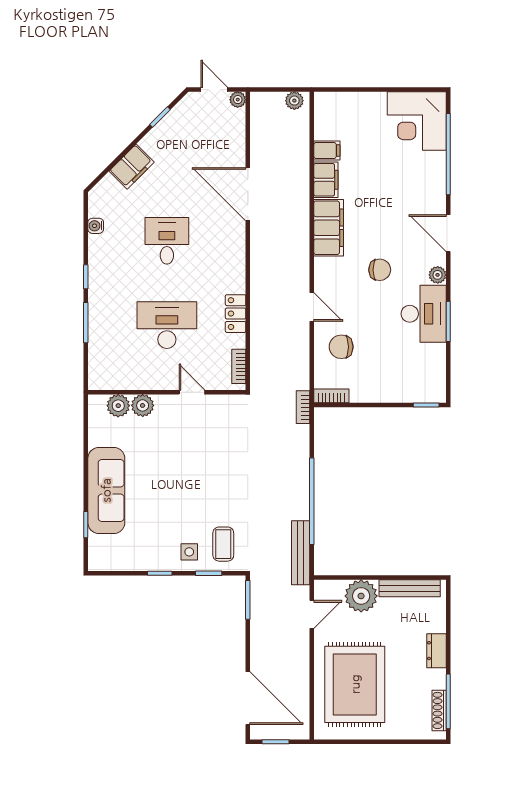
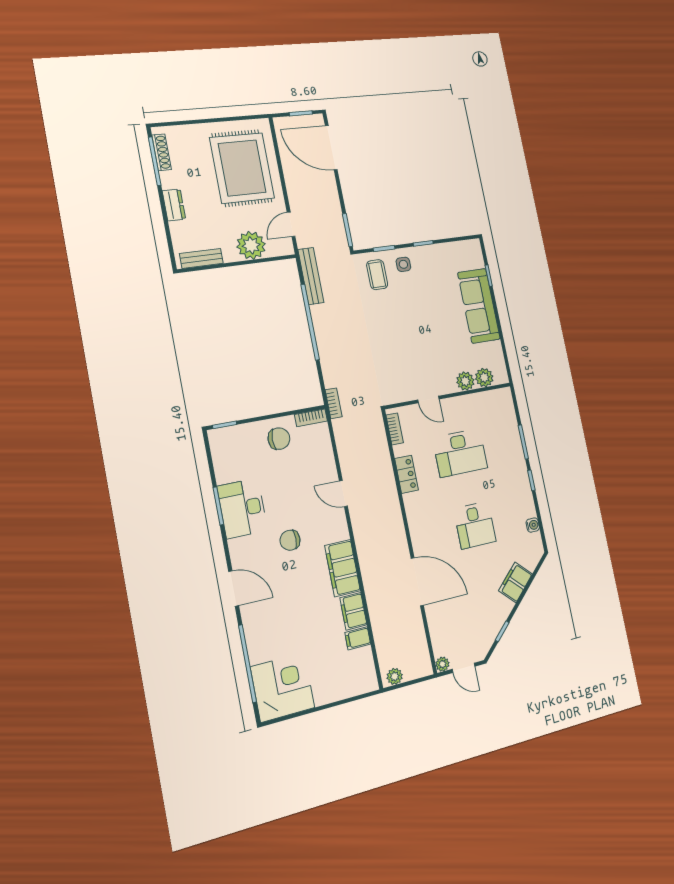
plant: (438, 275) -> (236, 547), removed
chair: (341, 347) -> (279, 439), moved
bench: (410, 588) -> (201, 258), width x0.73

